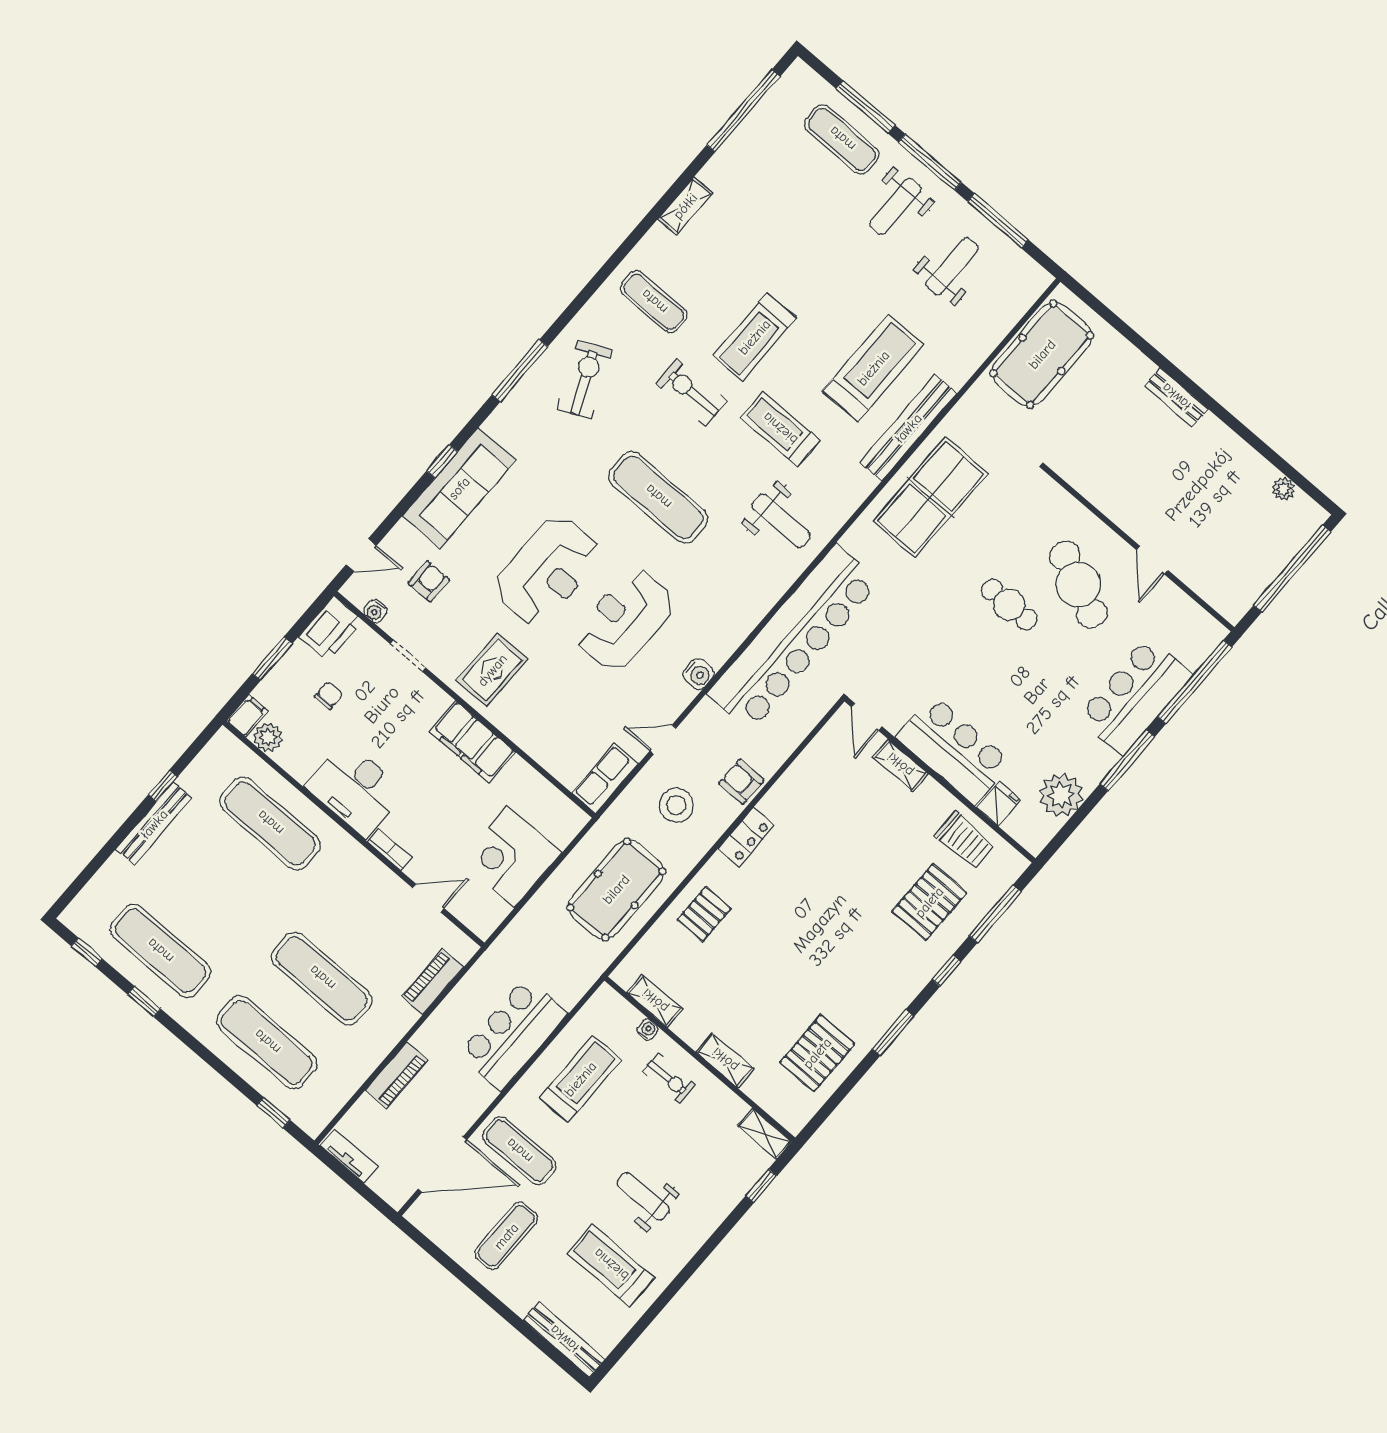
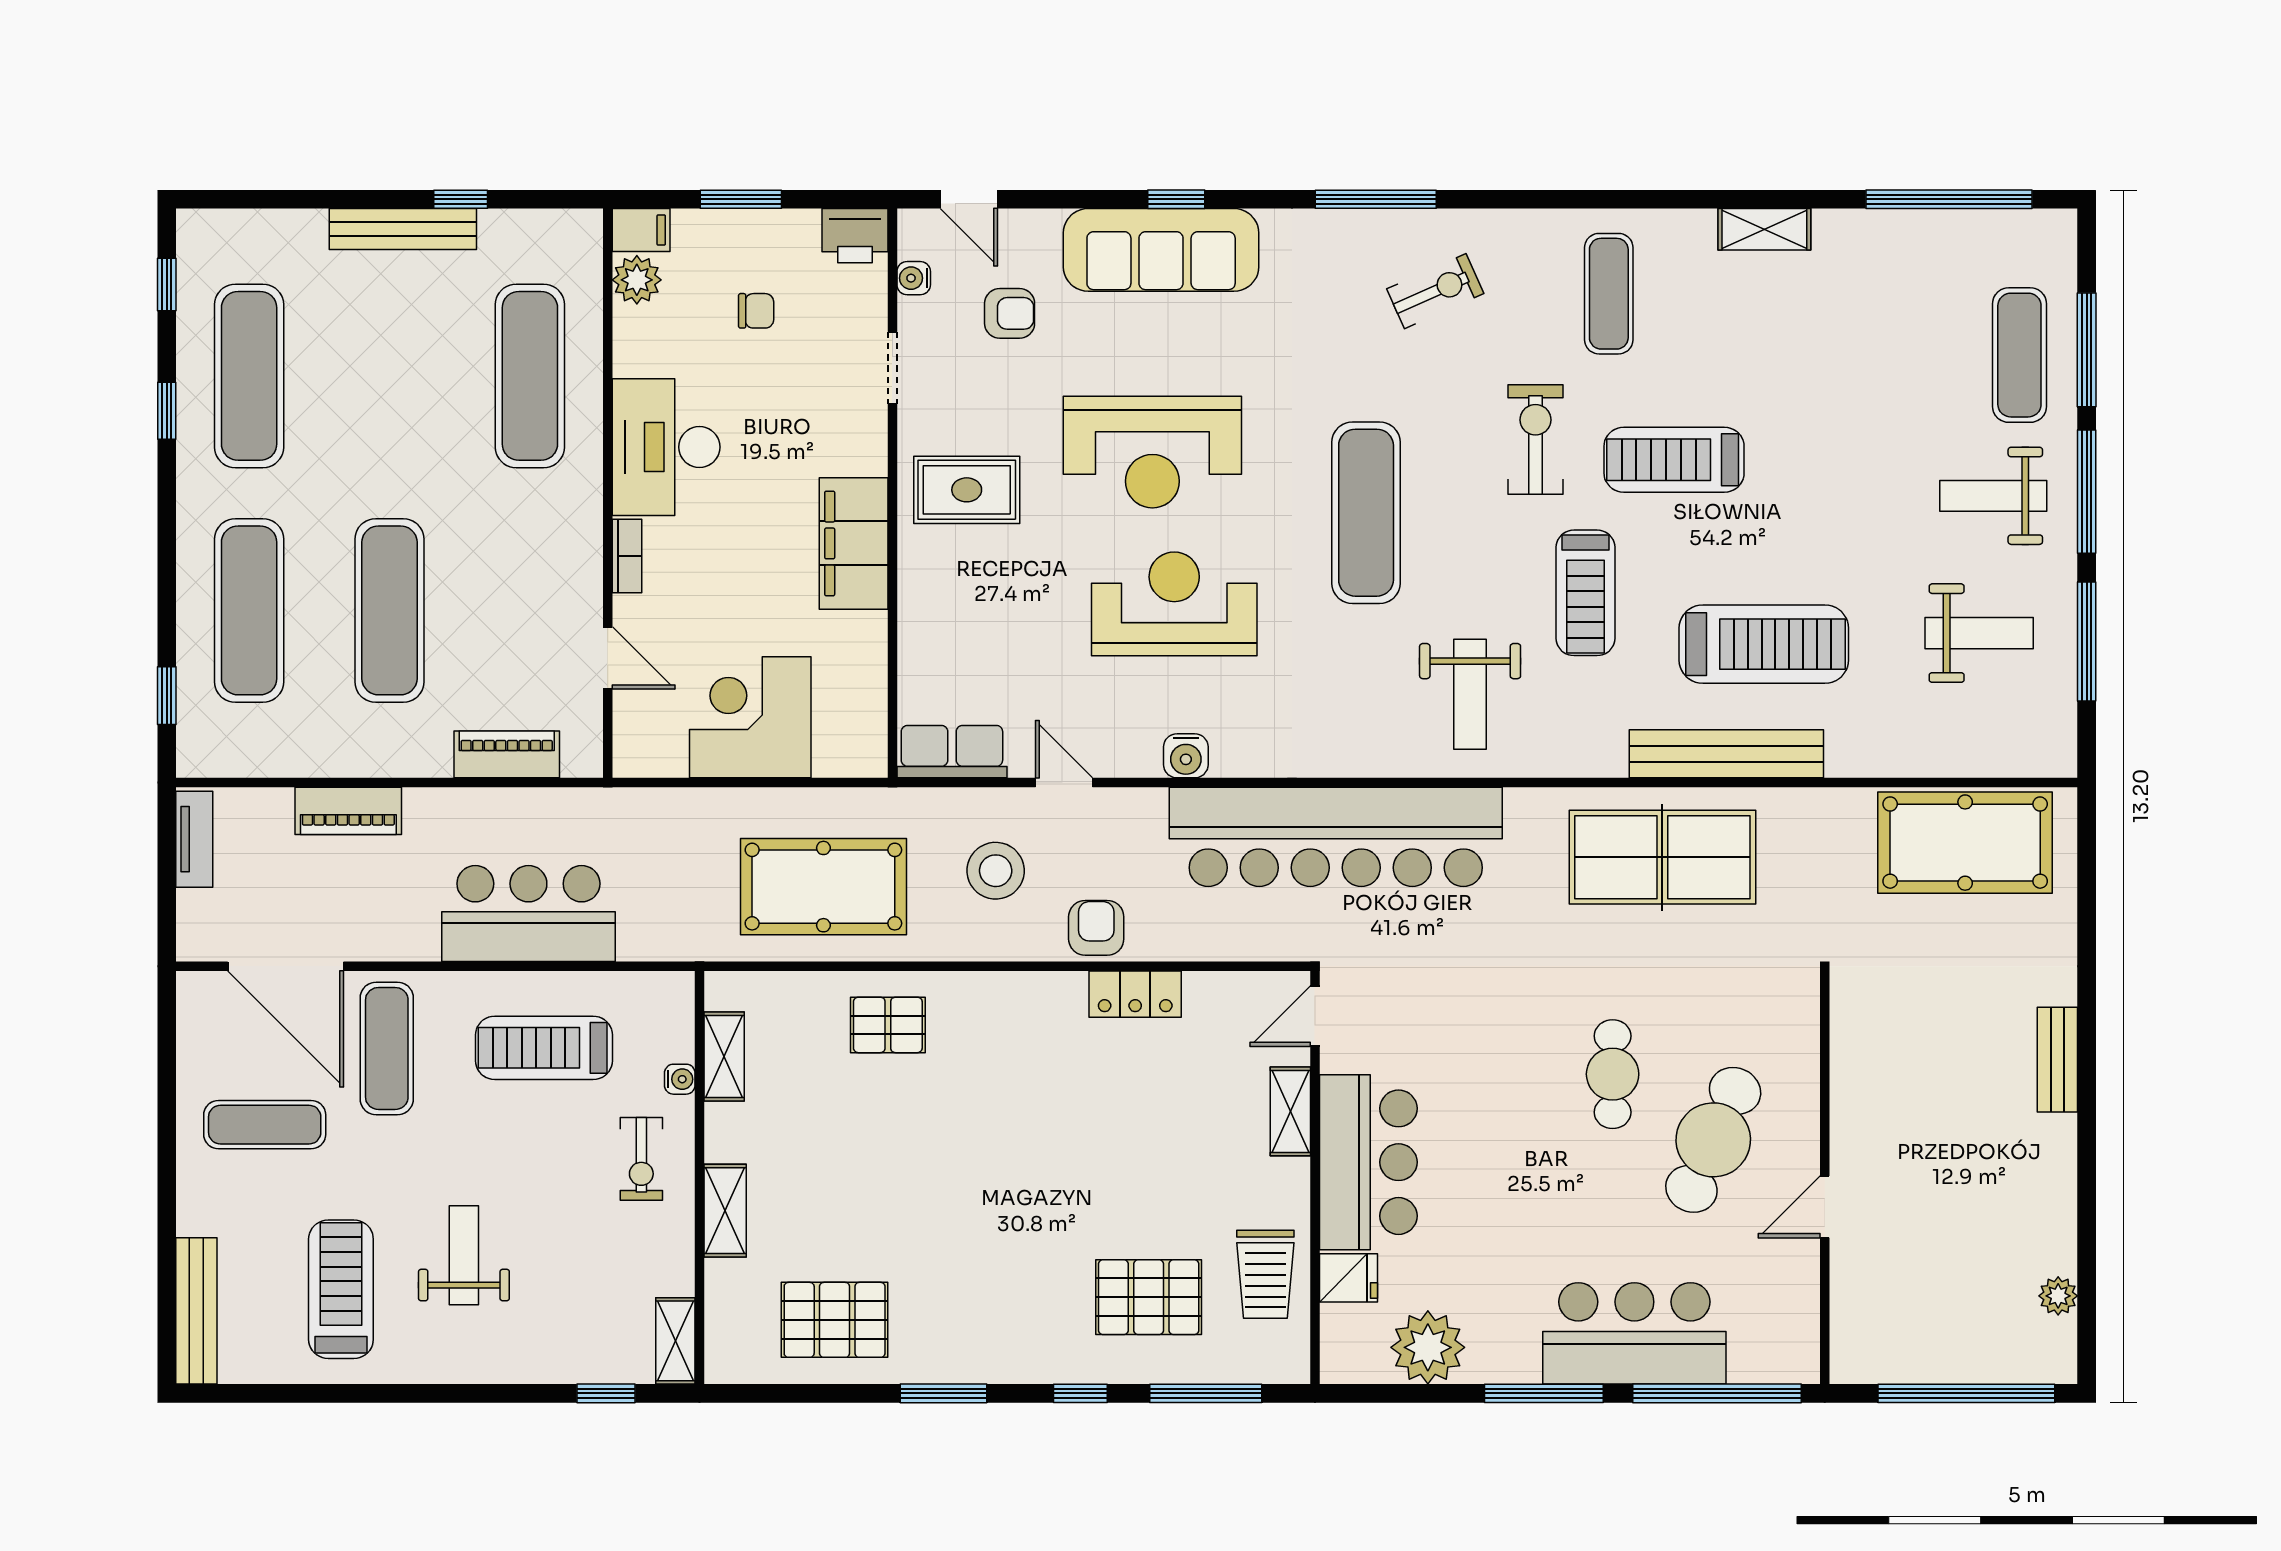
exercise bike: (585, 380) -> (1435, 291), width x0.73, depth x0.72
treadmill: (780, 429) -> (1586, 593), turned 180
printer: (331, 629) -> (855, 236), width x0.73, depth x0.84
locker: (746, 837) -> (1135, 994), moved
treadmill: (580, 1079) -> (544, 1048), turned 180

